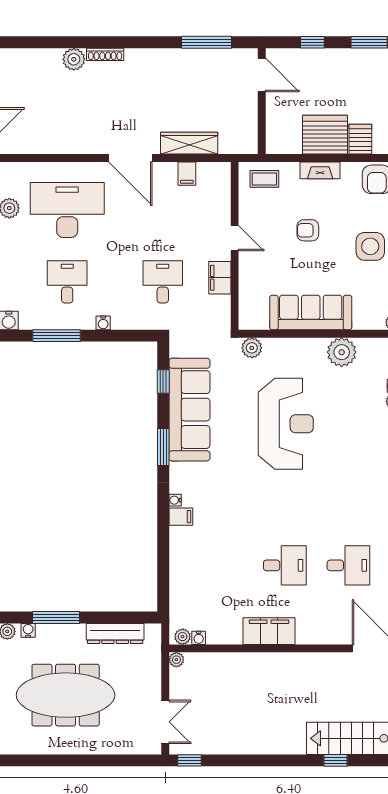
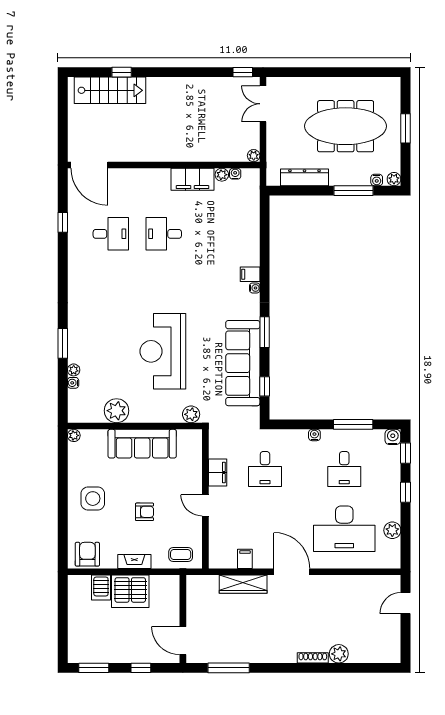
desk: (348, 565) -> (111, 234), turned 180
filing cabinet: (269, 631) -> (193, 179), moved
plant: (183, 637) -> (222, 175), moved

